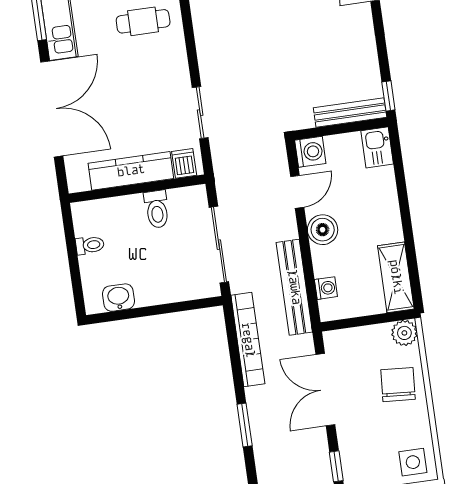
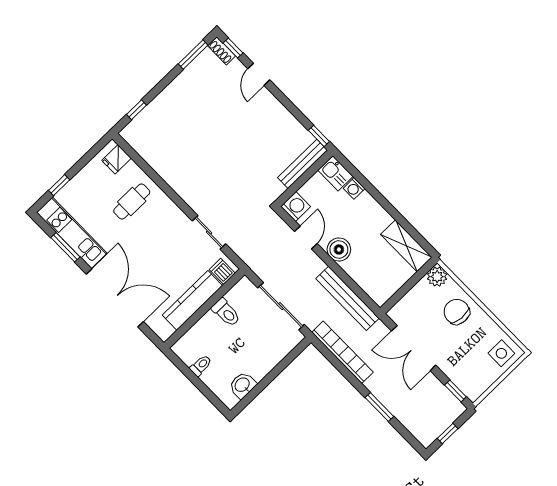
washing machine: (326, 288) -> (354, 188), moved, turned 180

